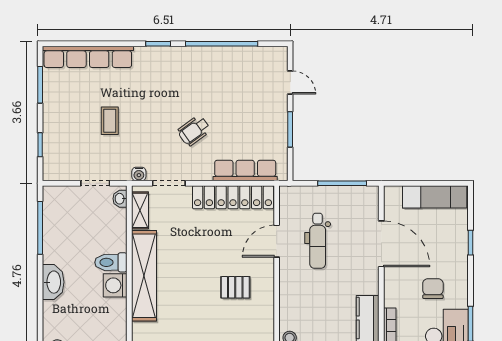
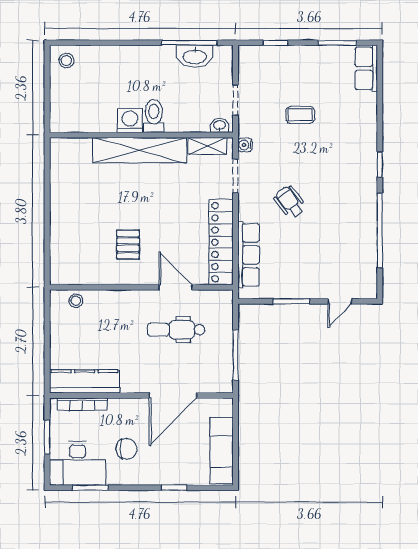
row of seats: (88, 57) -> (366, 68), width x0.50
washbasin: (53, 282) -> (195, 56), moved

